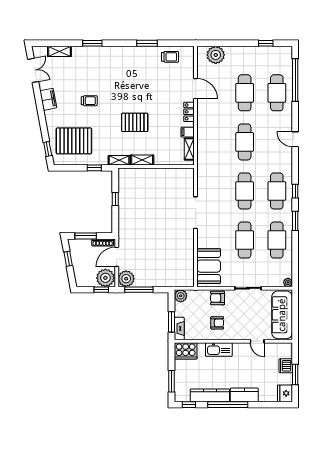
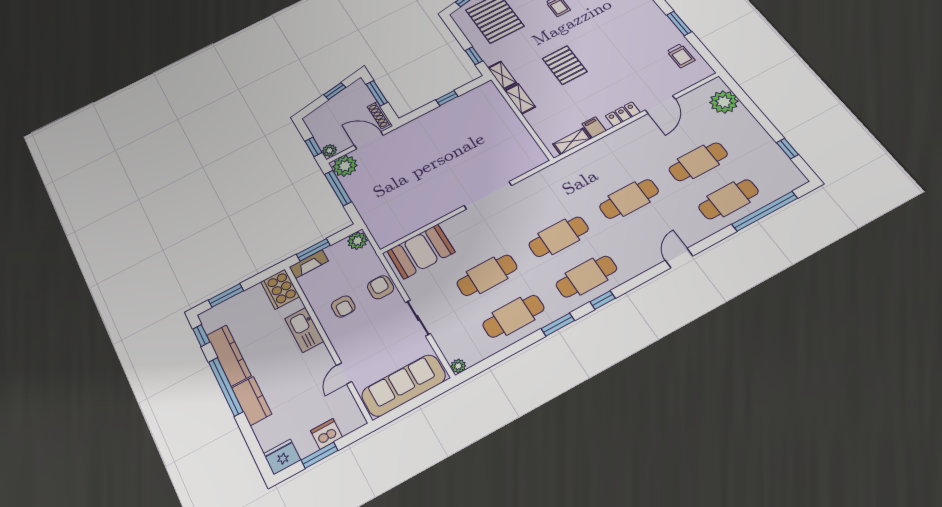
plant: (105, 278) -> (329, 150), width x0.53, depth x0.53

